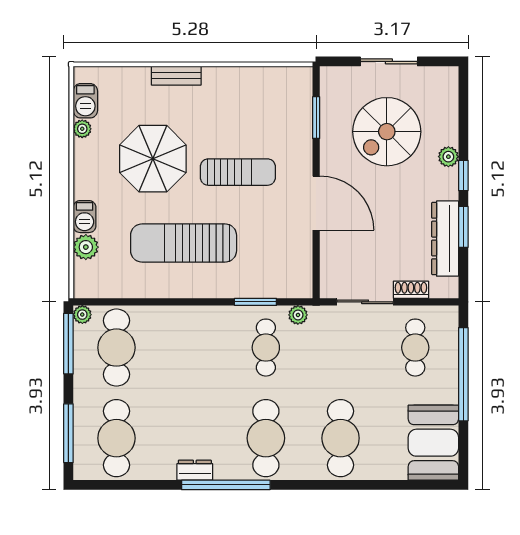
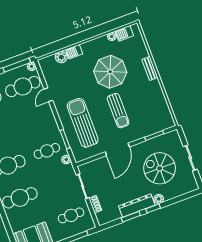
dresser: (445, 239) -> (137, 206), moved
sun lounger: (184, 243) -> (83, 123), moved
door: (152, 302) -> (48, 95), added

